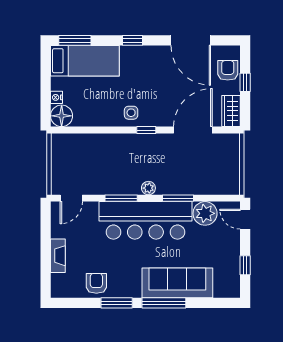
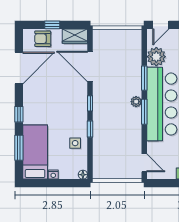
window: (75, 40) -> (19, 148), moved
nightstand: (57, 97) -> (53, 175), moved
side table: (131, 113) -> (75, 143), moved
floor lamp: (62, 116) -> (83, 175), width x0.53, depth x0.53
window: (114, 130) -> (90, 129), added
window: (121, 198) -> (144, 112), moved

